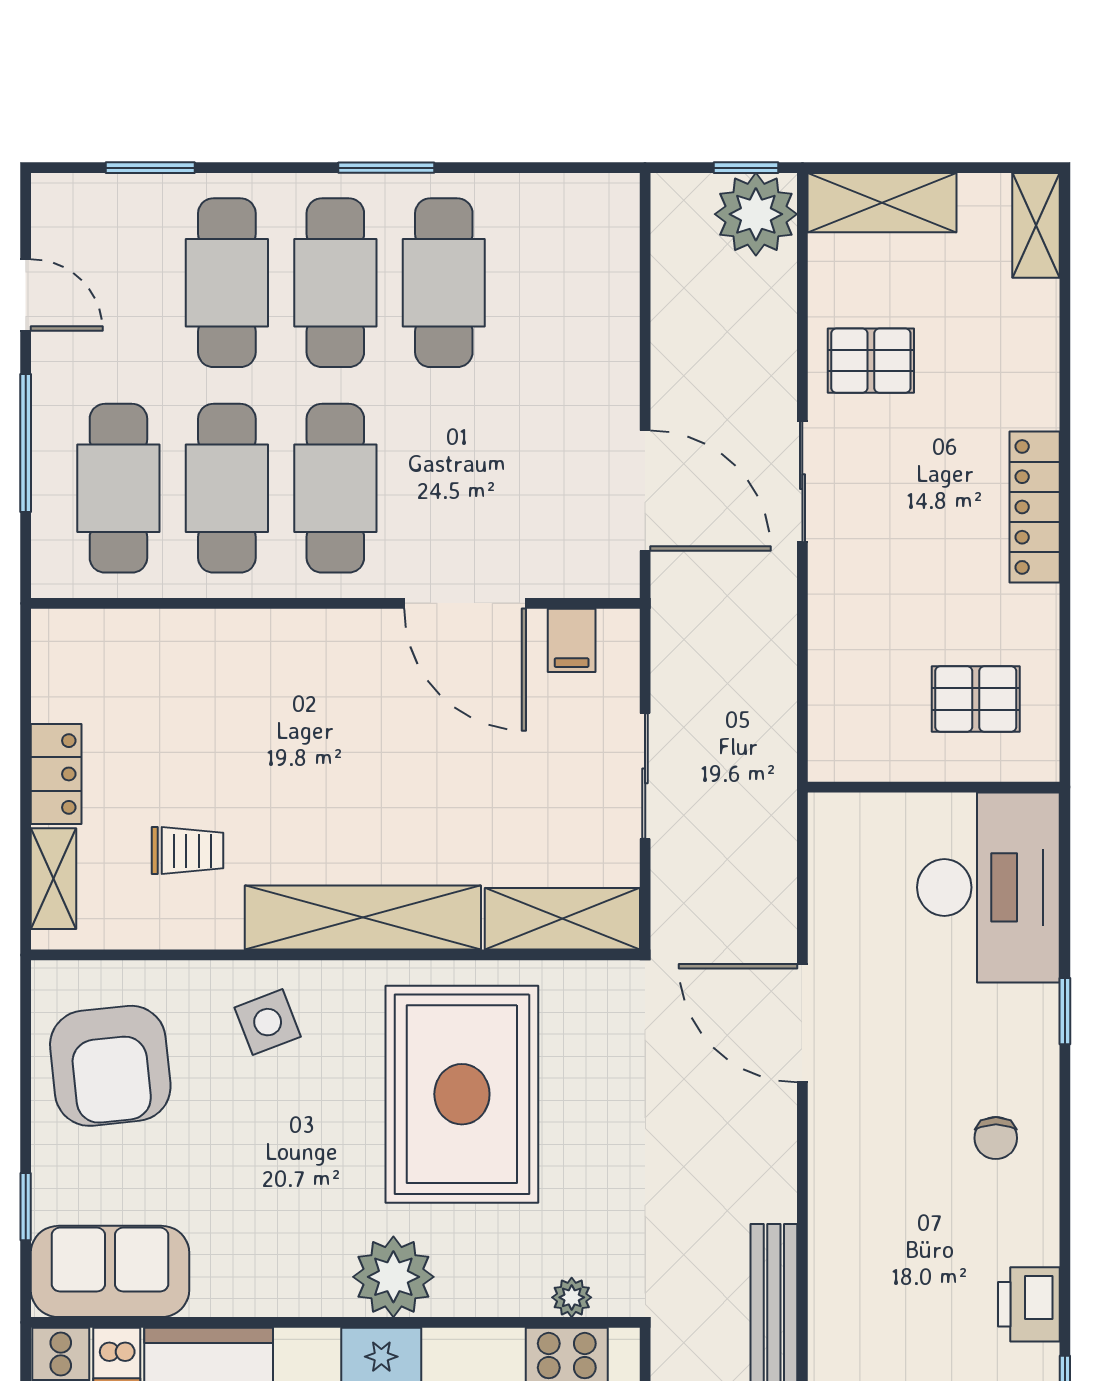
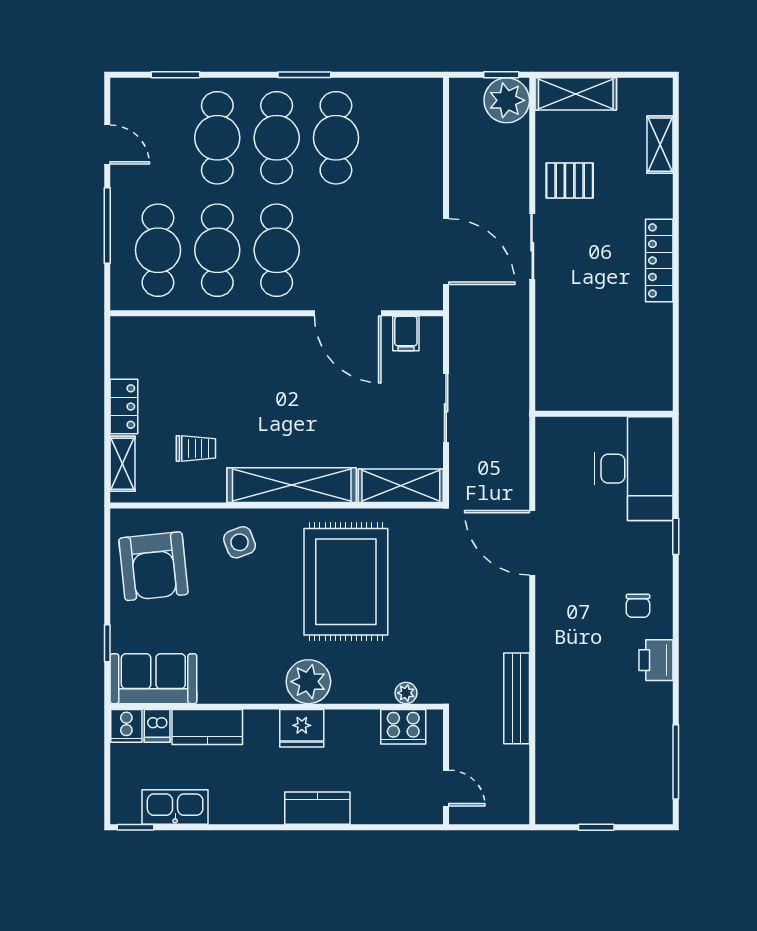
shelving: (1036, 225) -> (660, 145), moved
pallet: (976, 699) -> (627, 366), removed
printer: (1029, 1304) -> (656, 660), moved

